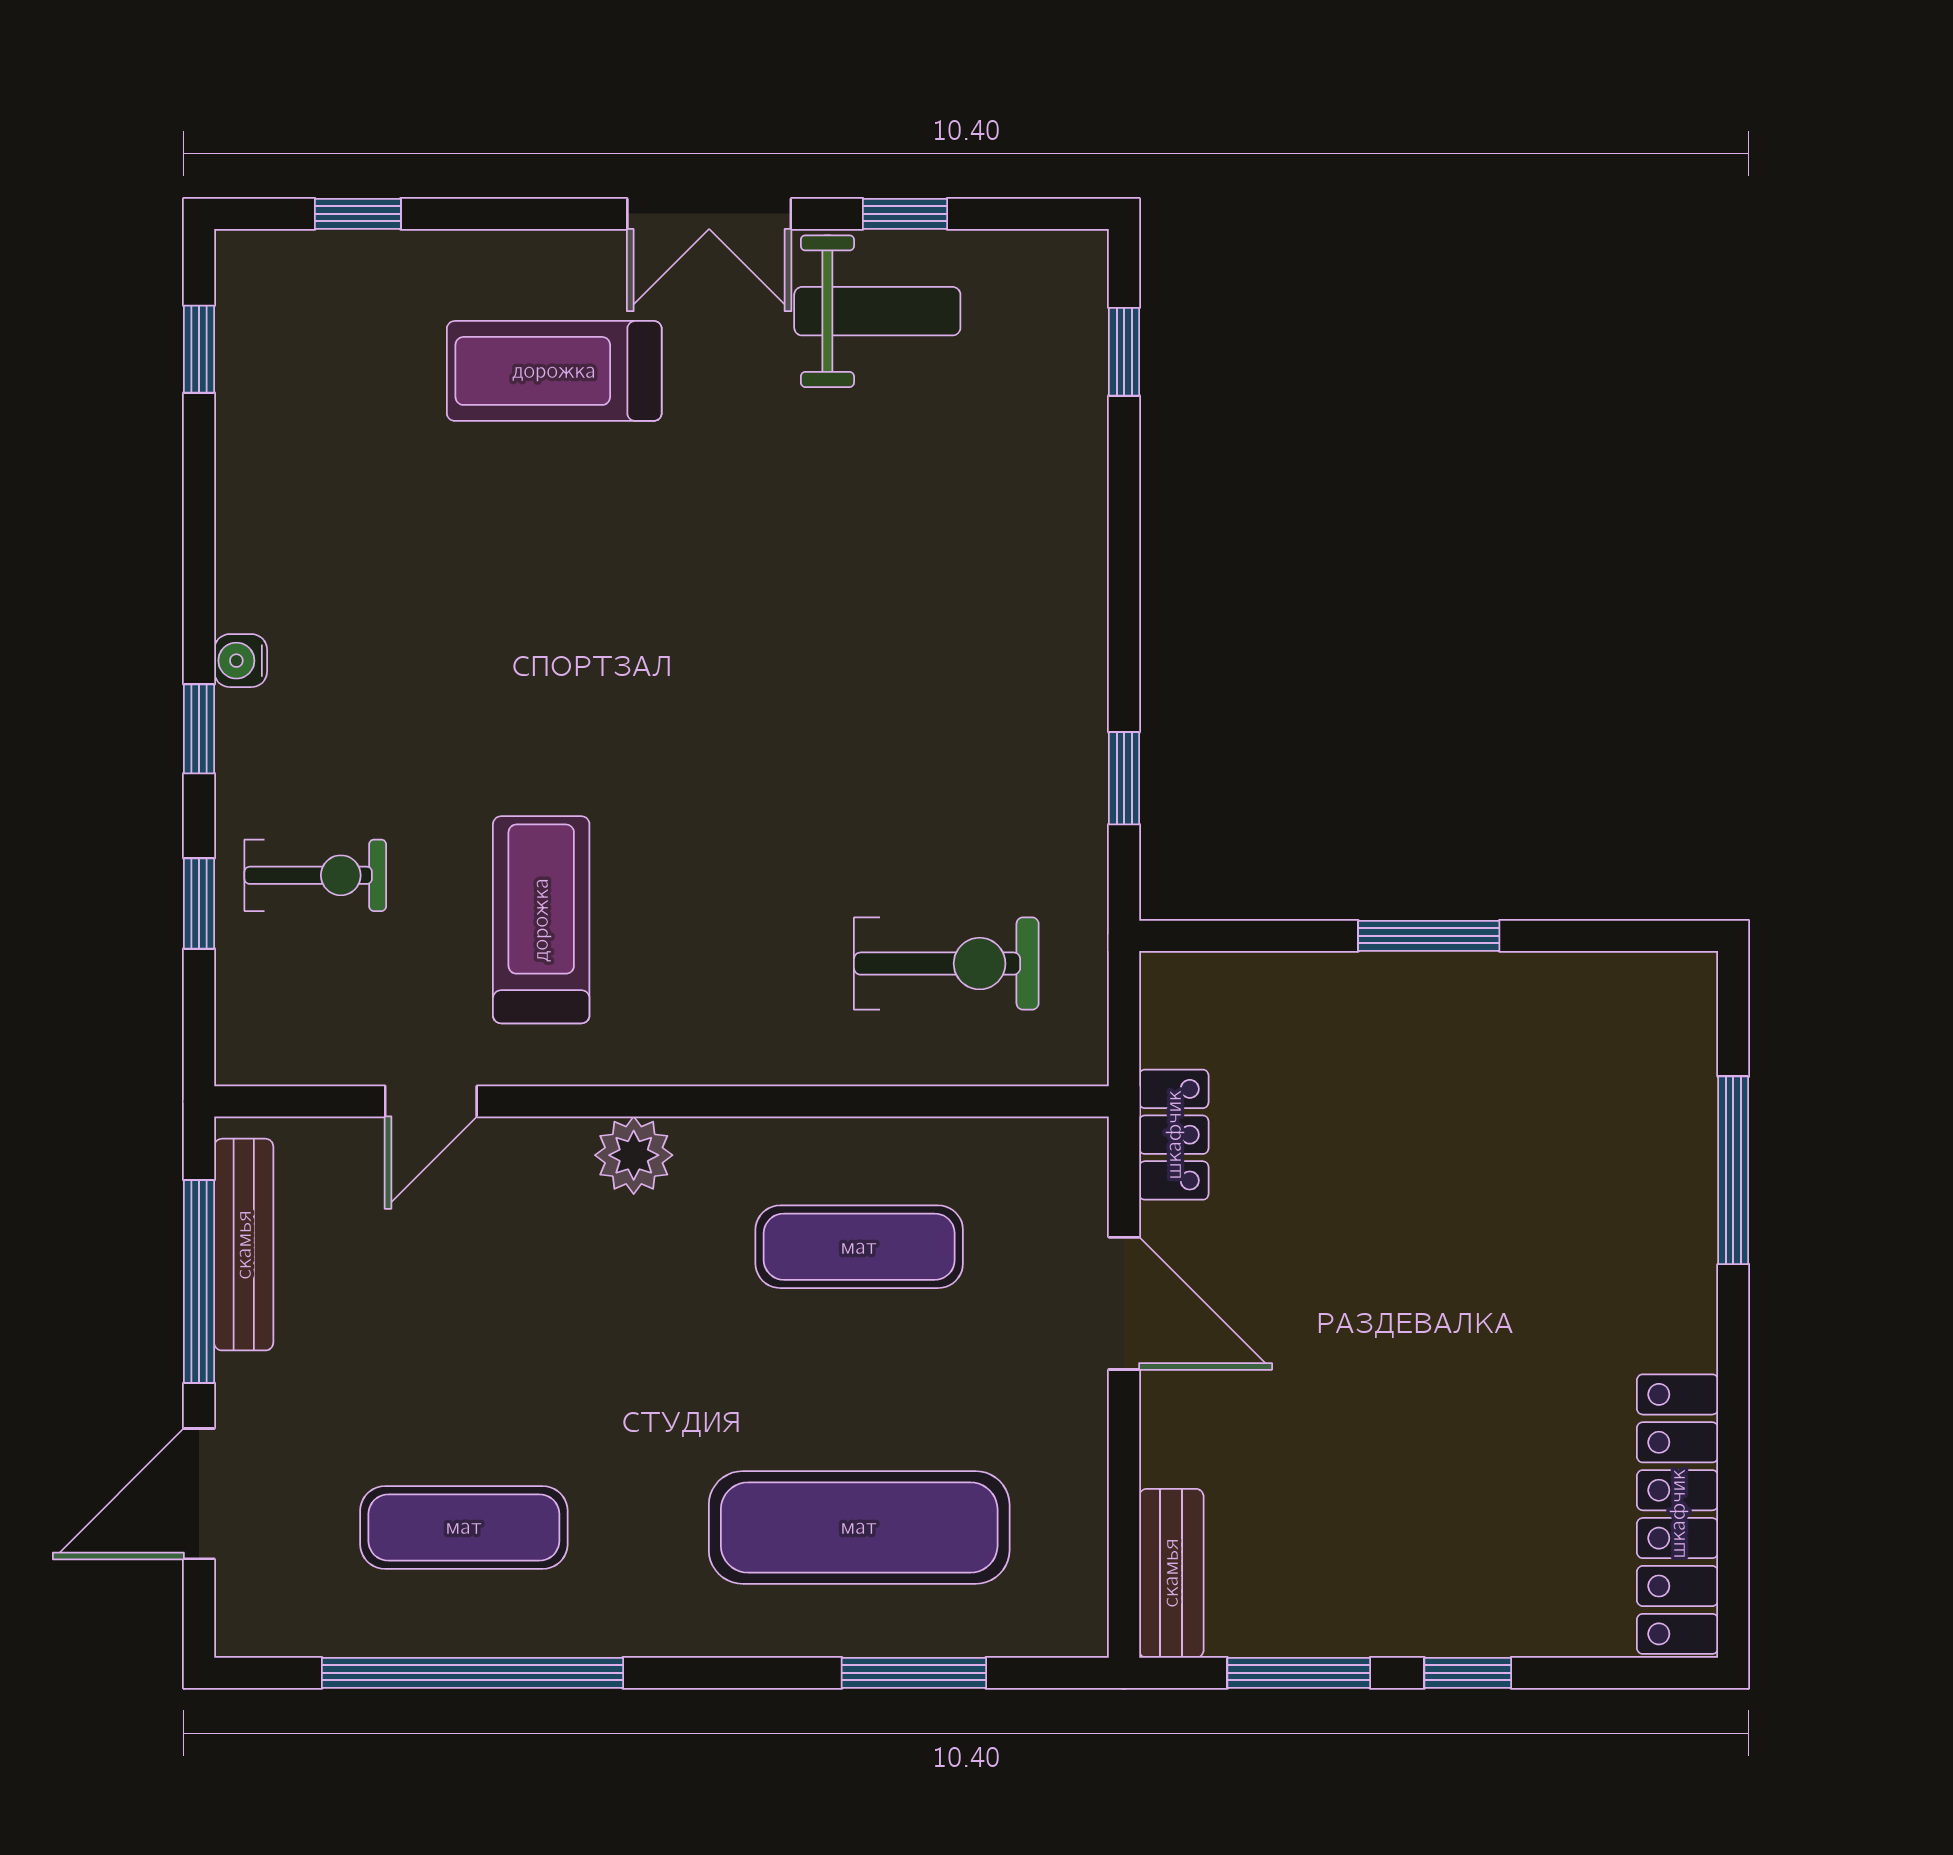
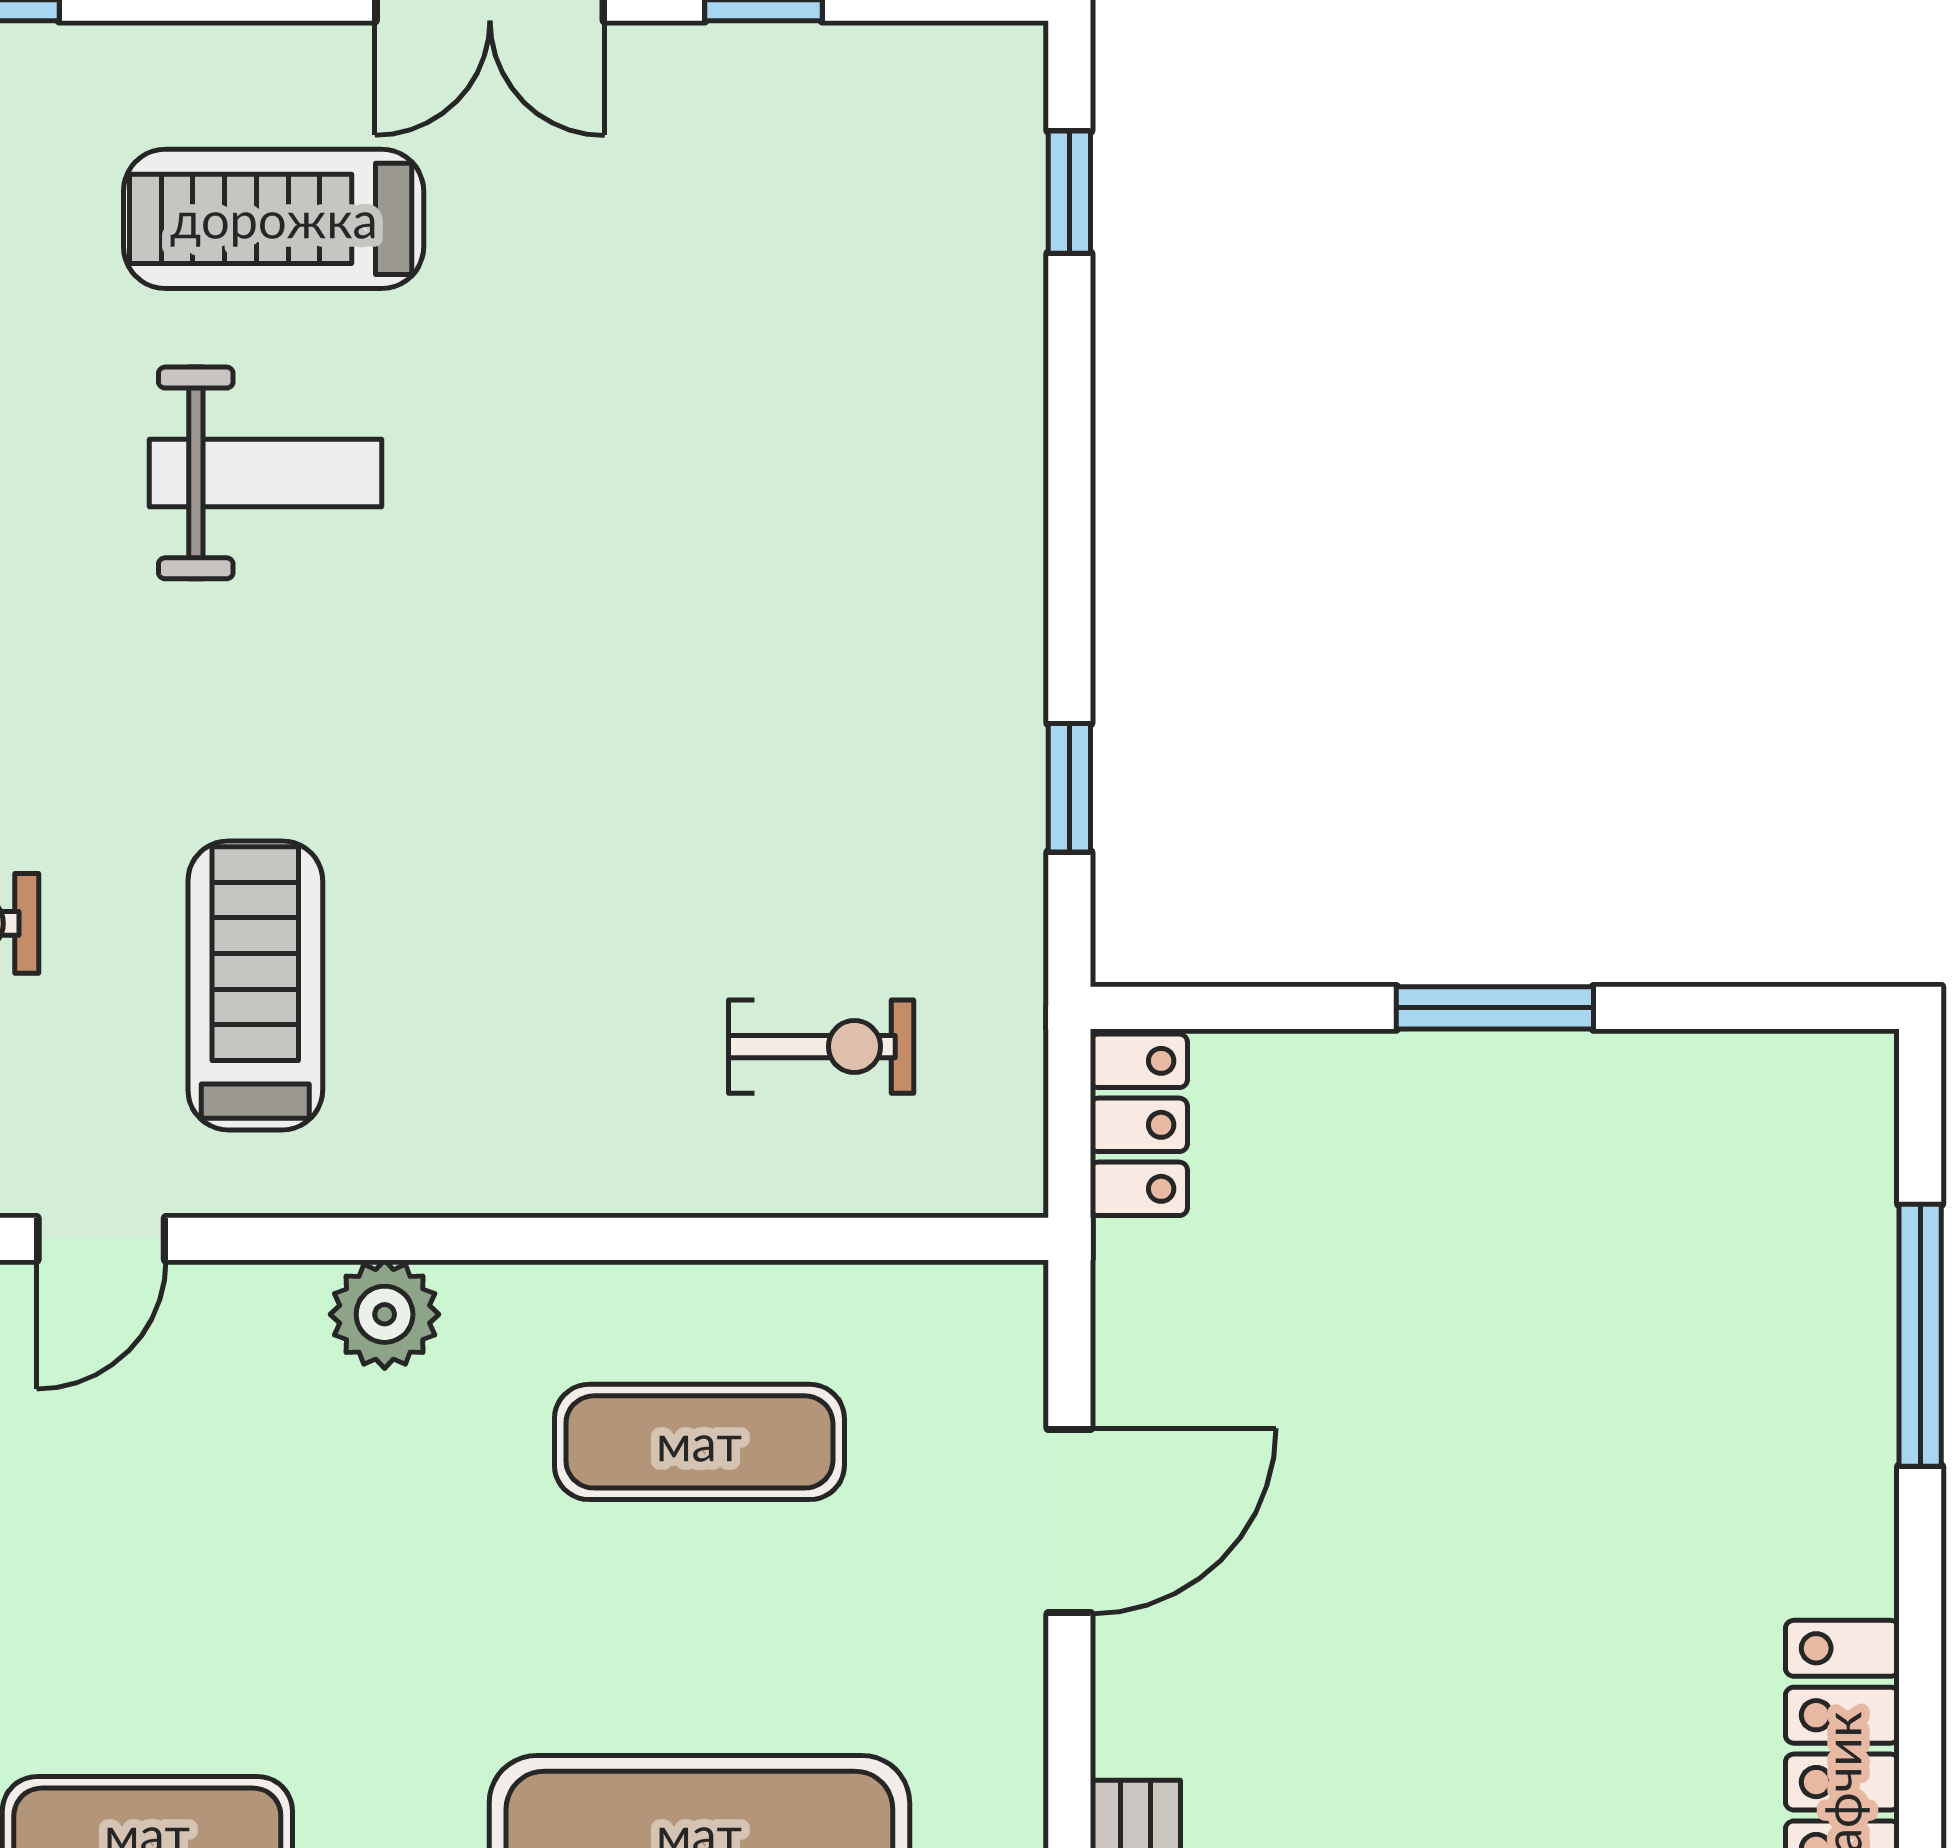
weight bench: (877, 311) -> (265, 473), moved
exercise bike: (946, 964) -> (821, 1047), width x0.73, depth x0.72
locker: (1174, 1135) -> (1139, 1125), moved
door: (1124, 1303) -> (1069, 1521), hinge flipped

